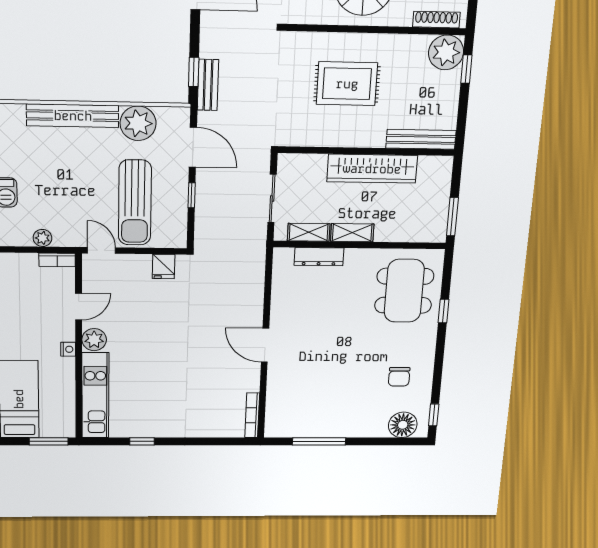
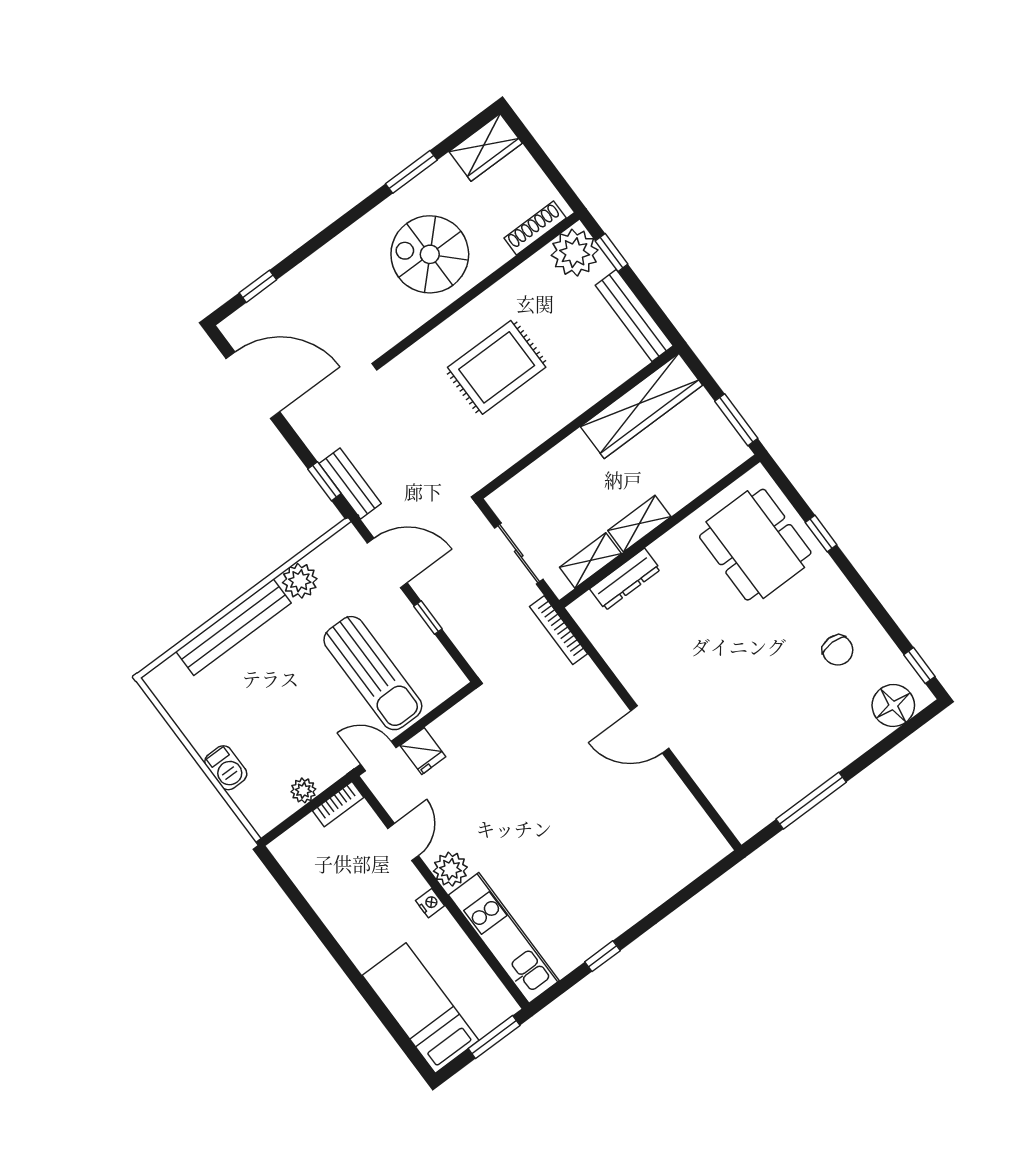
plant: (138, 123) -> (300, 581), width x0.73, depth x0.73
bench: (421, 139) -> (634, 316), moved, turned 90
wardrobe: (372, 169) -> (641, 406), moved
fridge: (164, 266) -> (423, 751), moved
bookcase: (252, 415) -> (558, 630), moved

